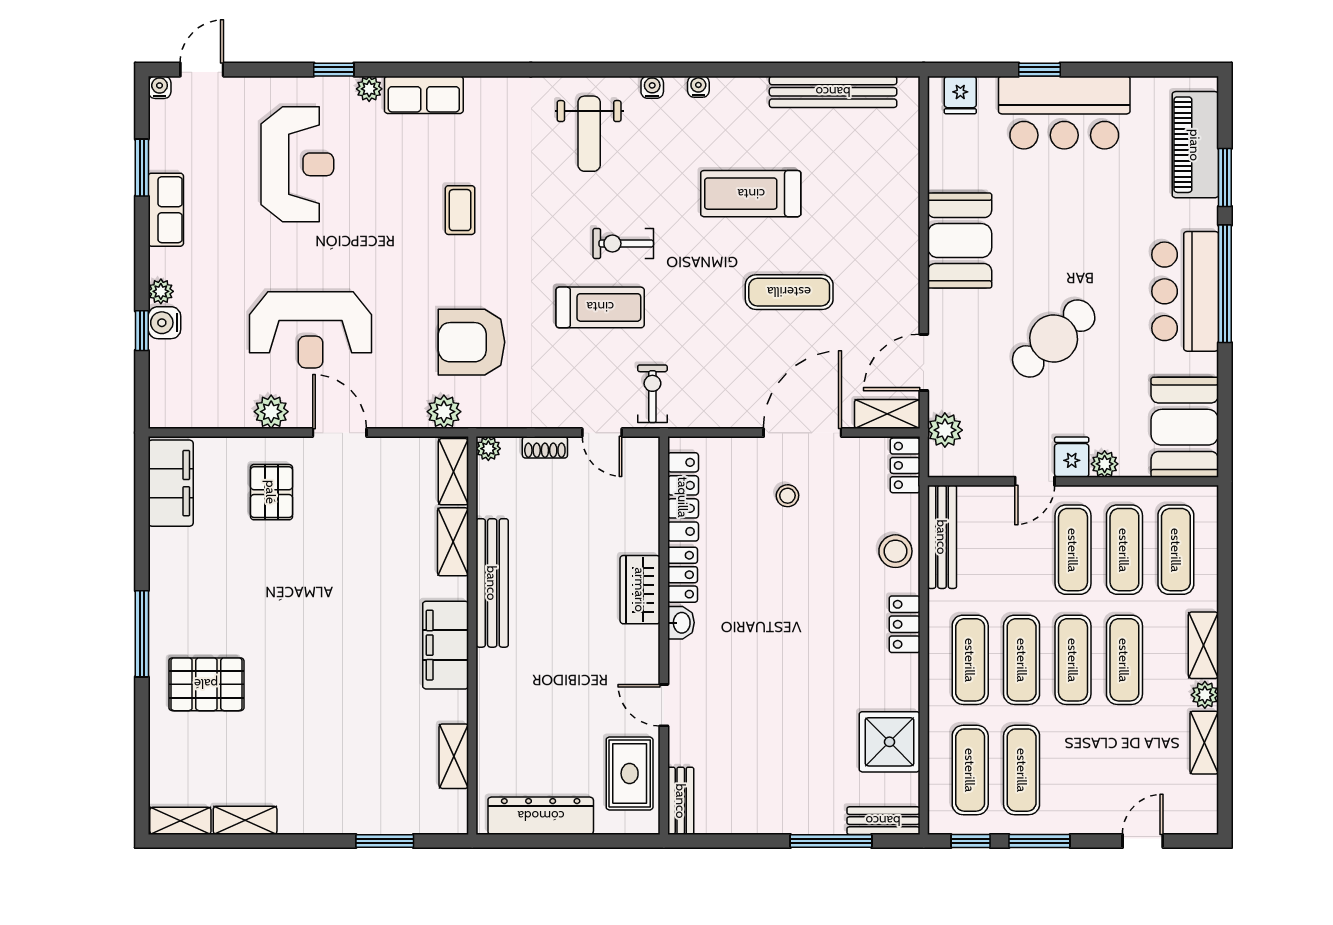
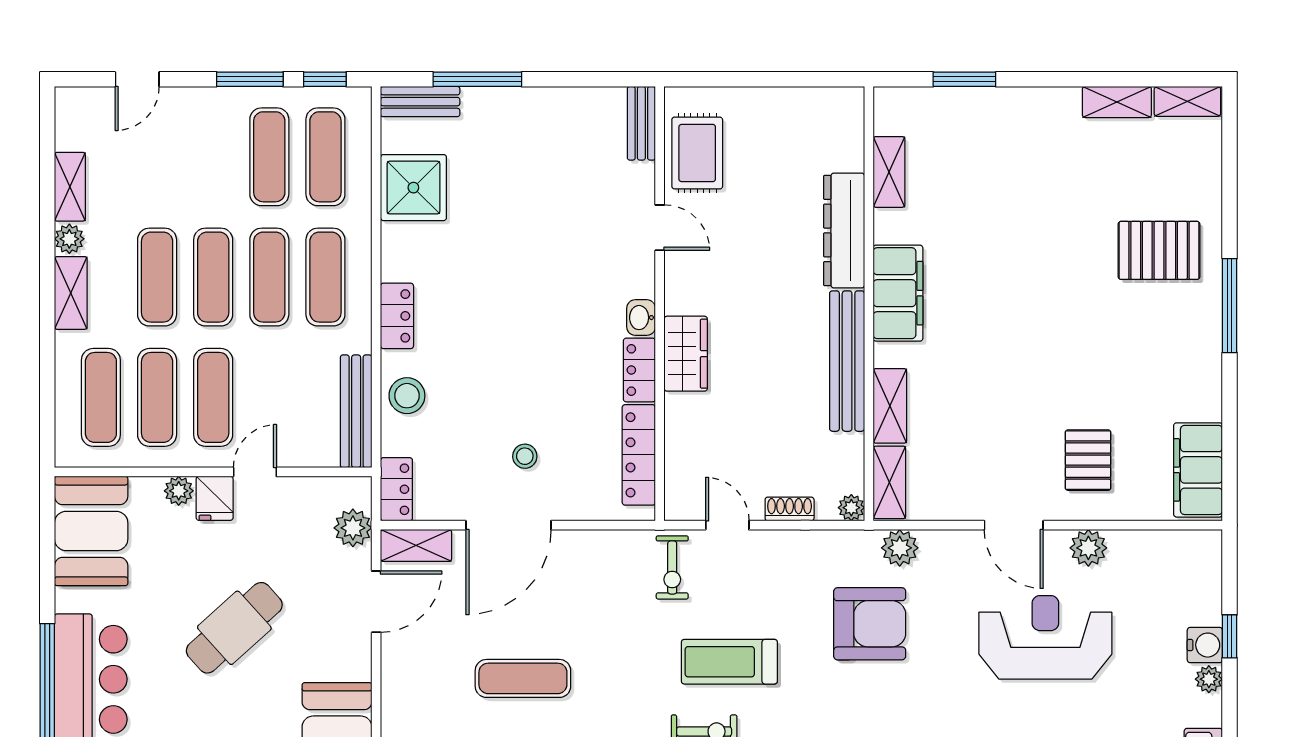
dresser: (541, 816) -> (844, 230), moved, turned 90

